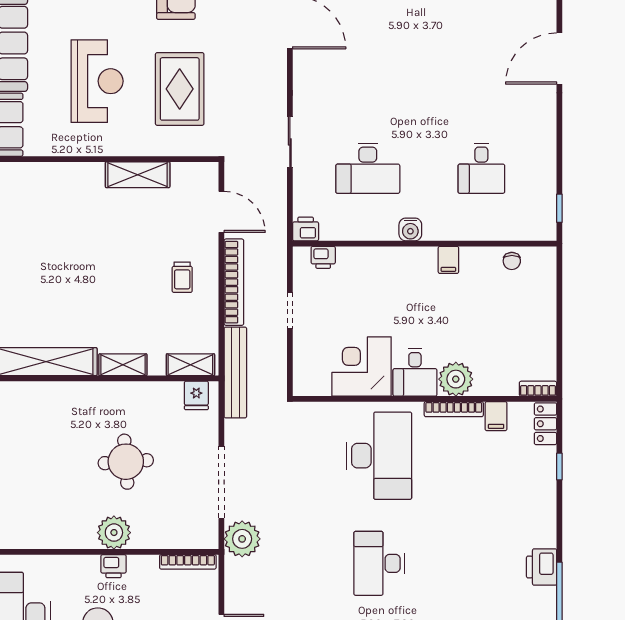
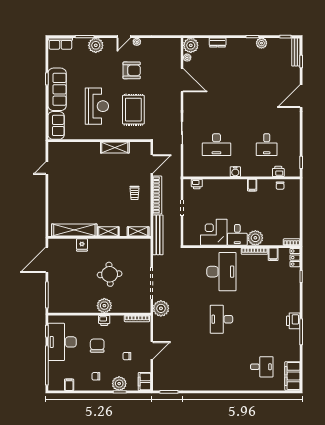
door: (221, 212) -> (152, 164), hinge flipped
printer: (306, 229) -> (278, 171), moved
fridge: (196, 395) -> (82, 245), moved

